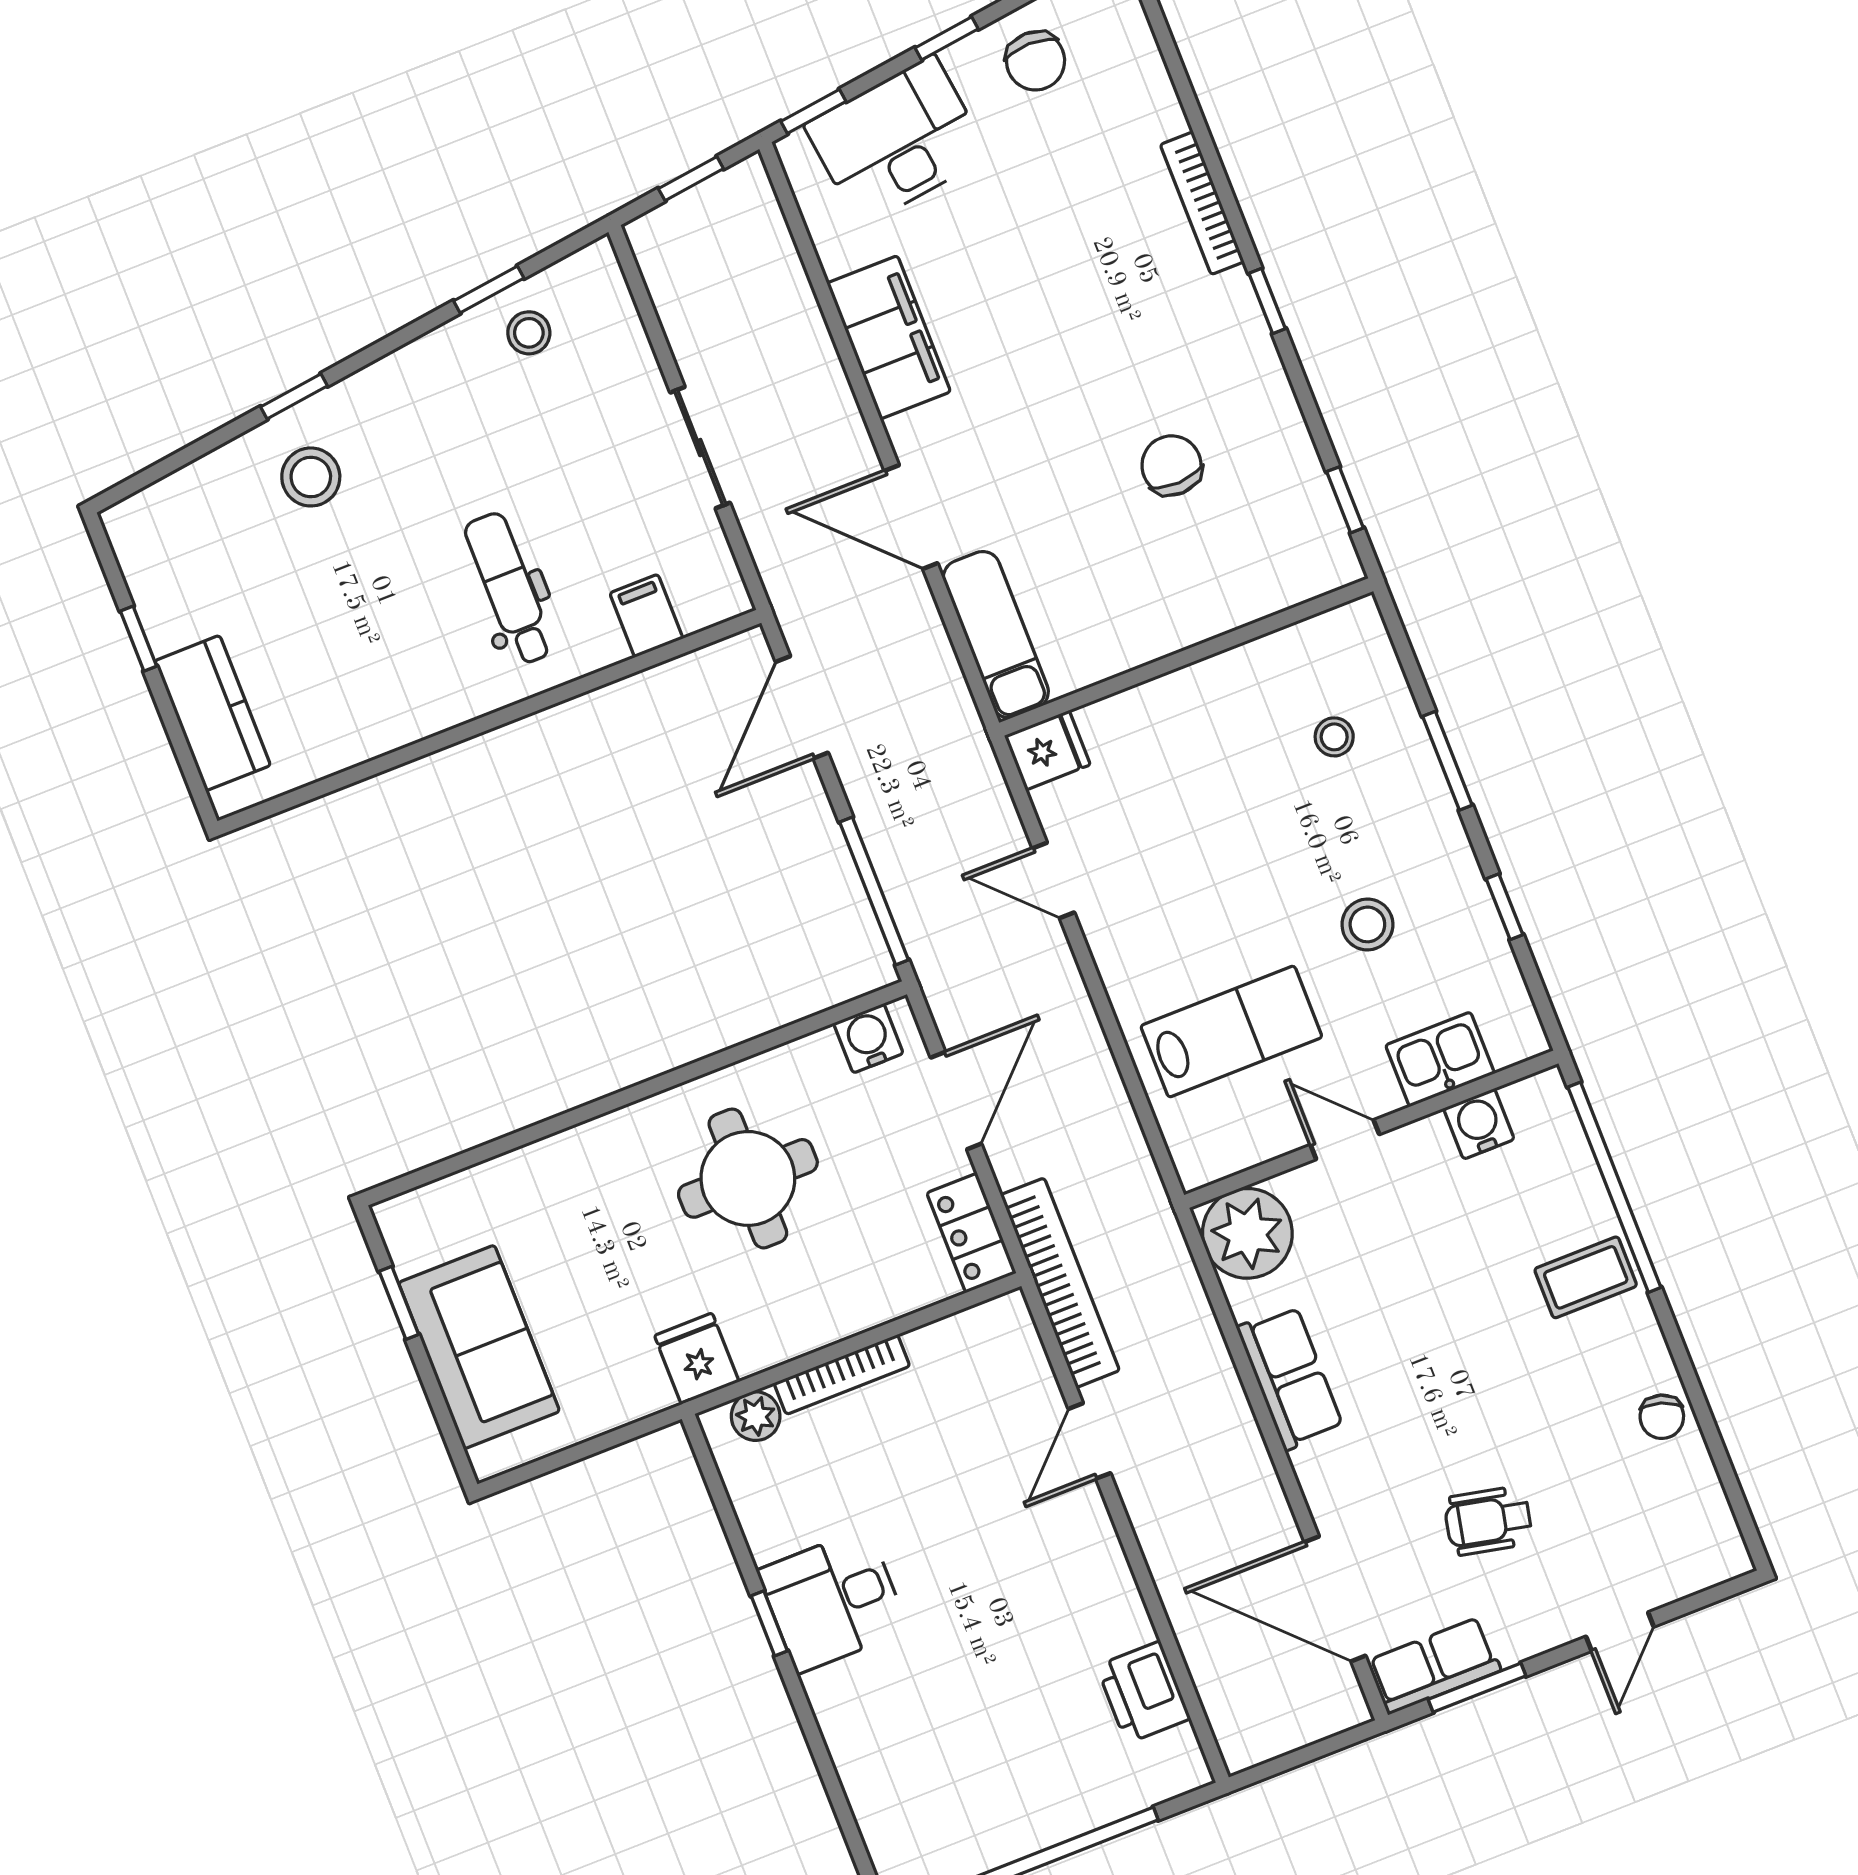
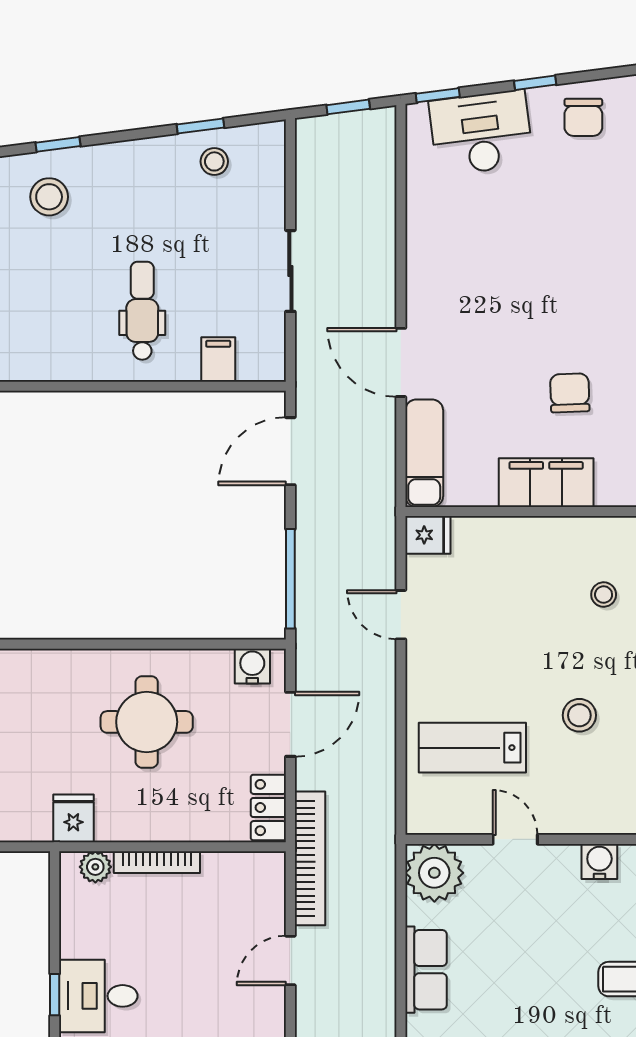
filing cabinet: (889, 337) -> (546, 483), moved, turned -90
lab bench: (1231, 1032) -> (472, 748), turned 180
kitchen sink: (1440, 1059) -> (591, 813), removed

